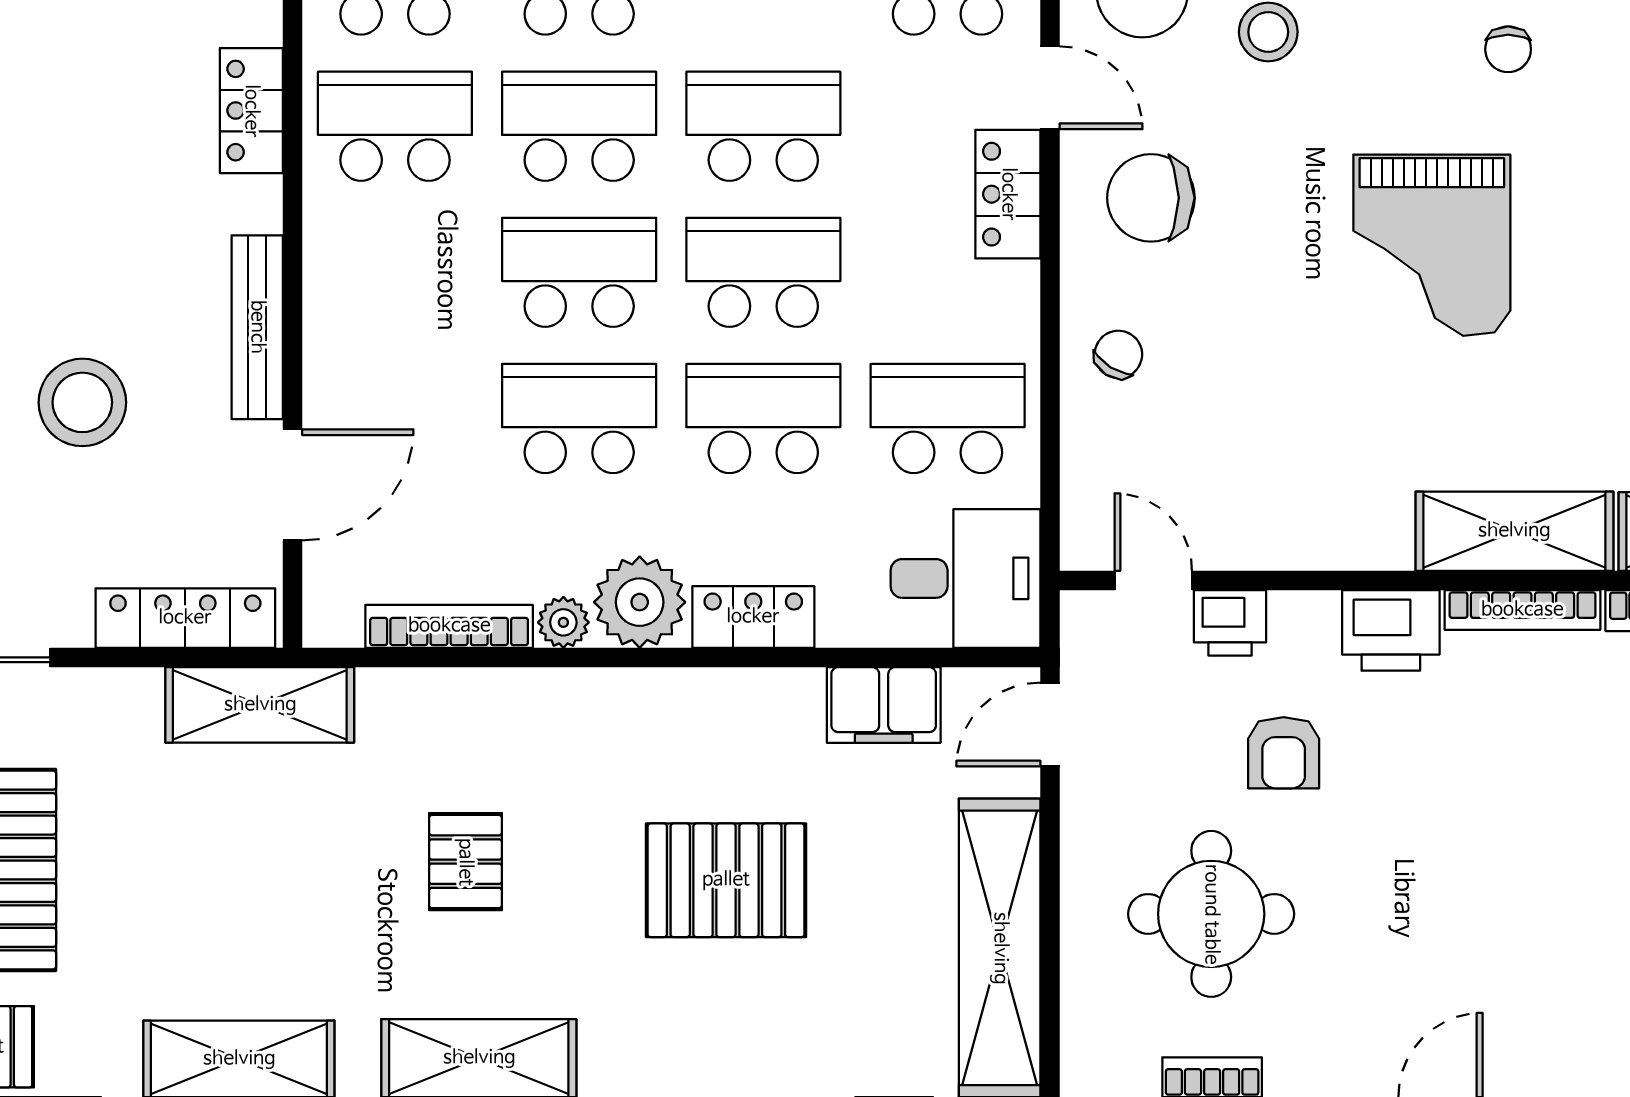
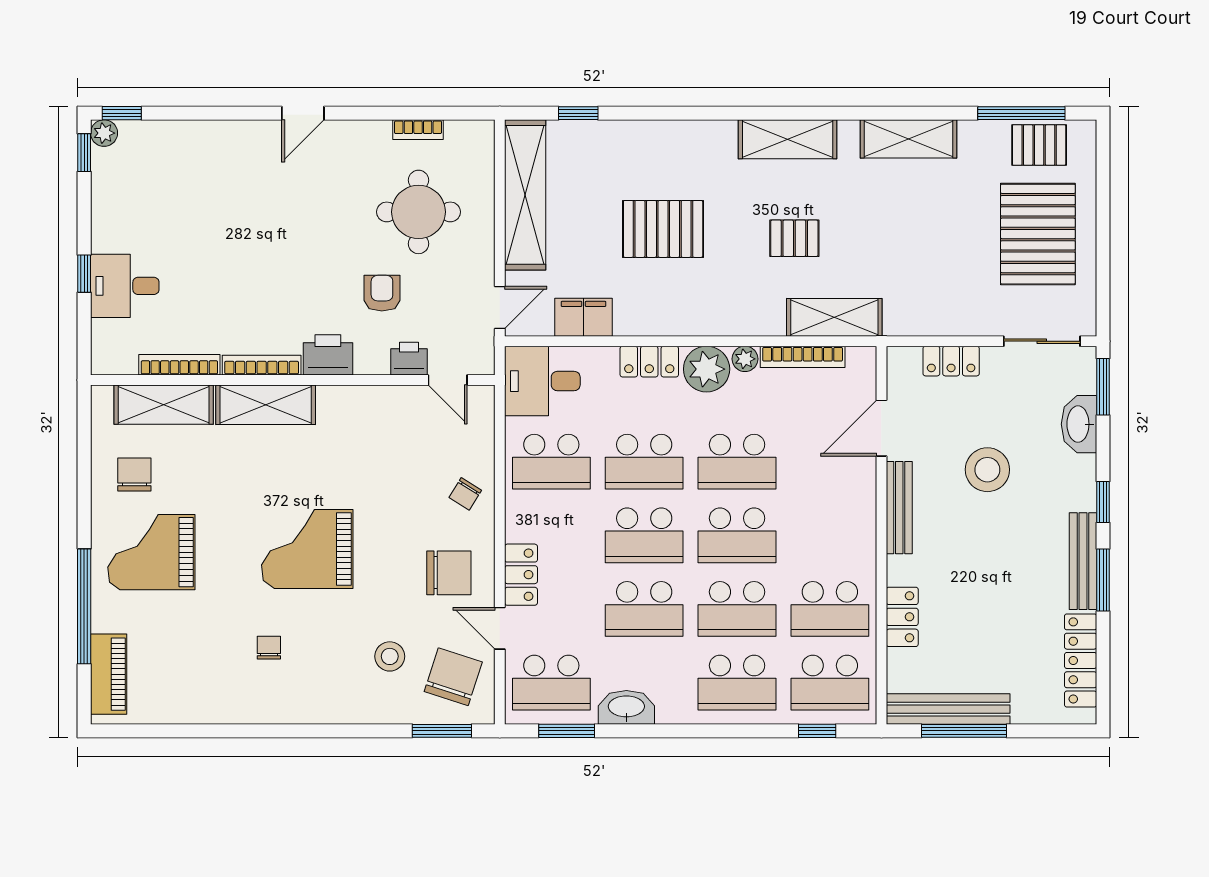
grand piano: (1432, 245) -> (307, 549), turned -90
locker: (185, 618) -> (951, 361), width x0.66
shelving: (260, 705) -> (834, 317), moved
pallet: (465, 862) -> (794, 238), turned 90

